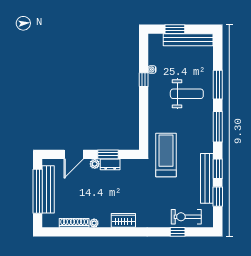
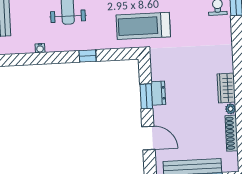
window: (144, 80) -> (88, 56), moved
plant: (95, 164) -> (159, 112), removed
wardrobe: (123, 220) -> (226, 88), moved

